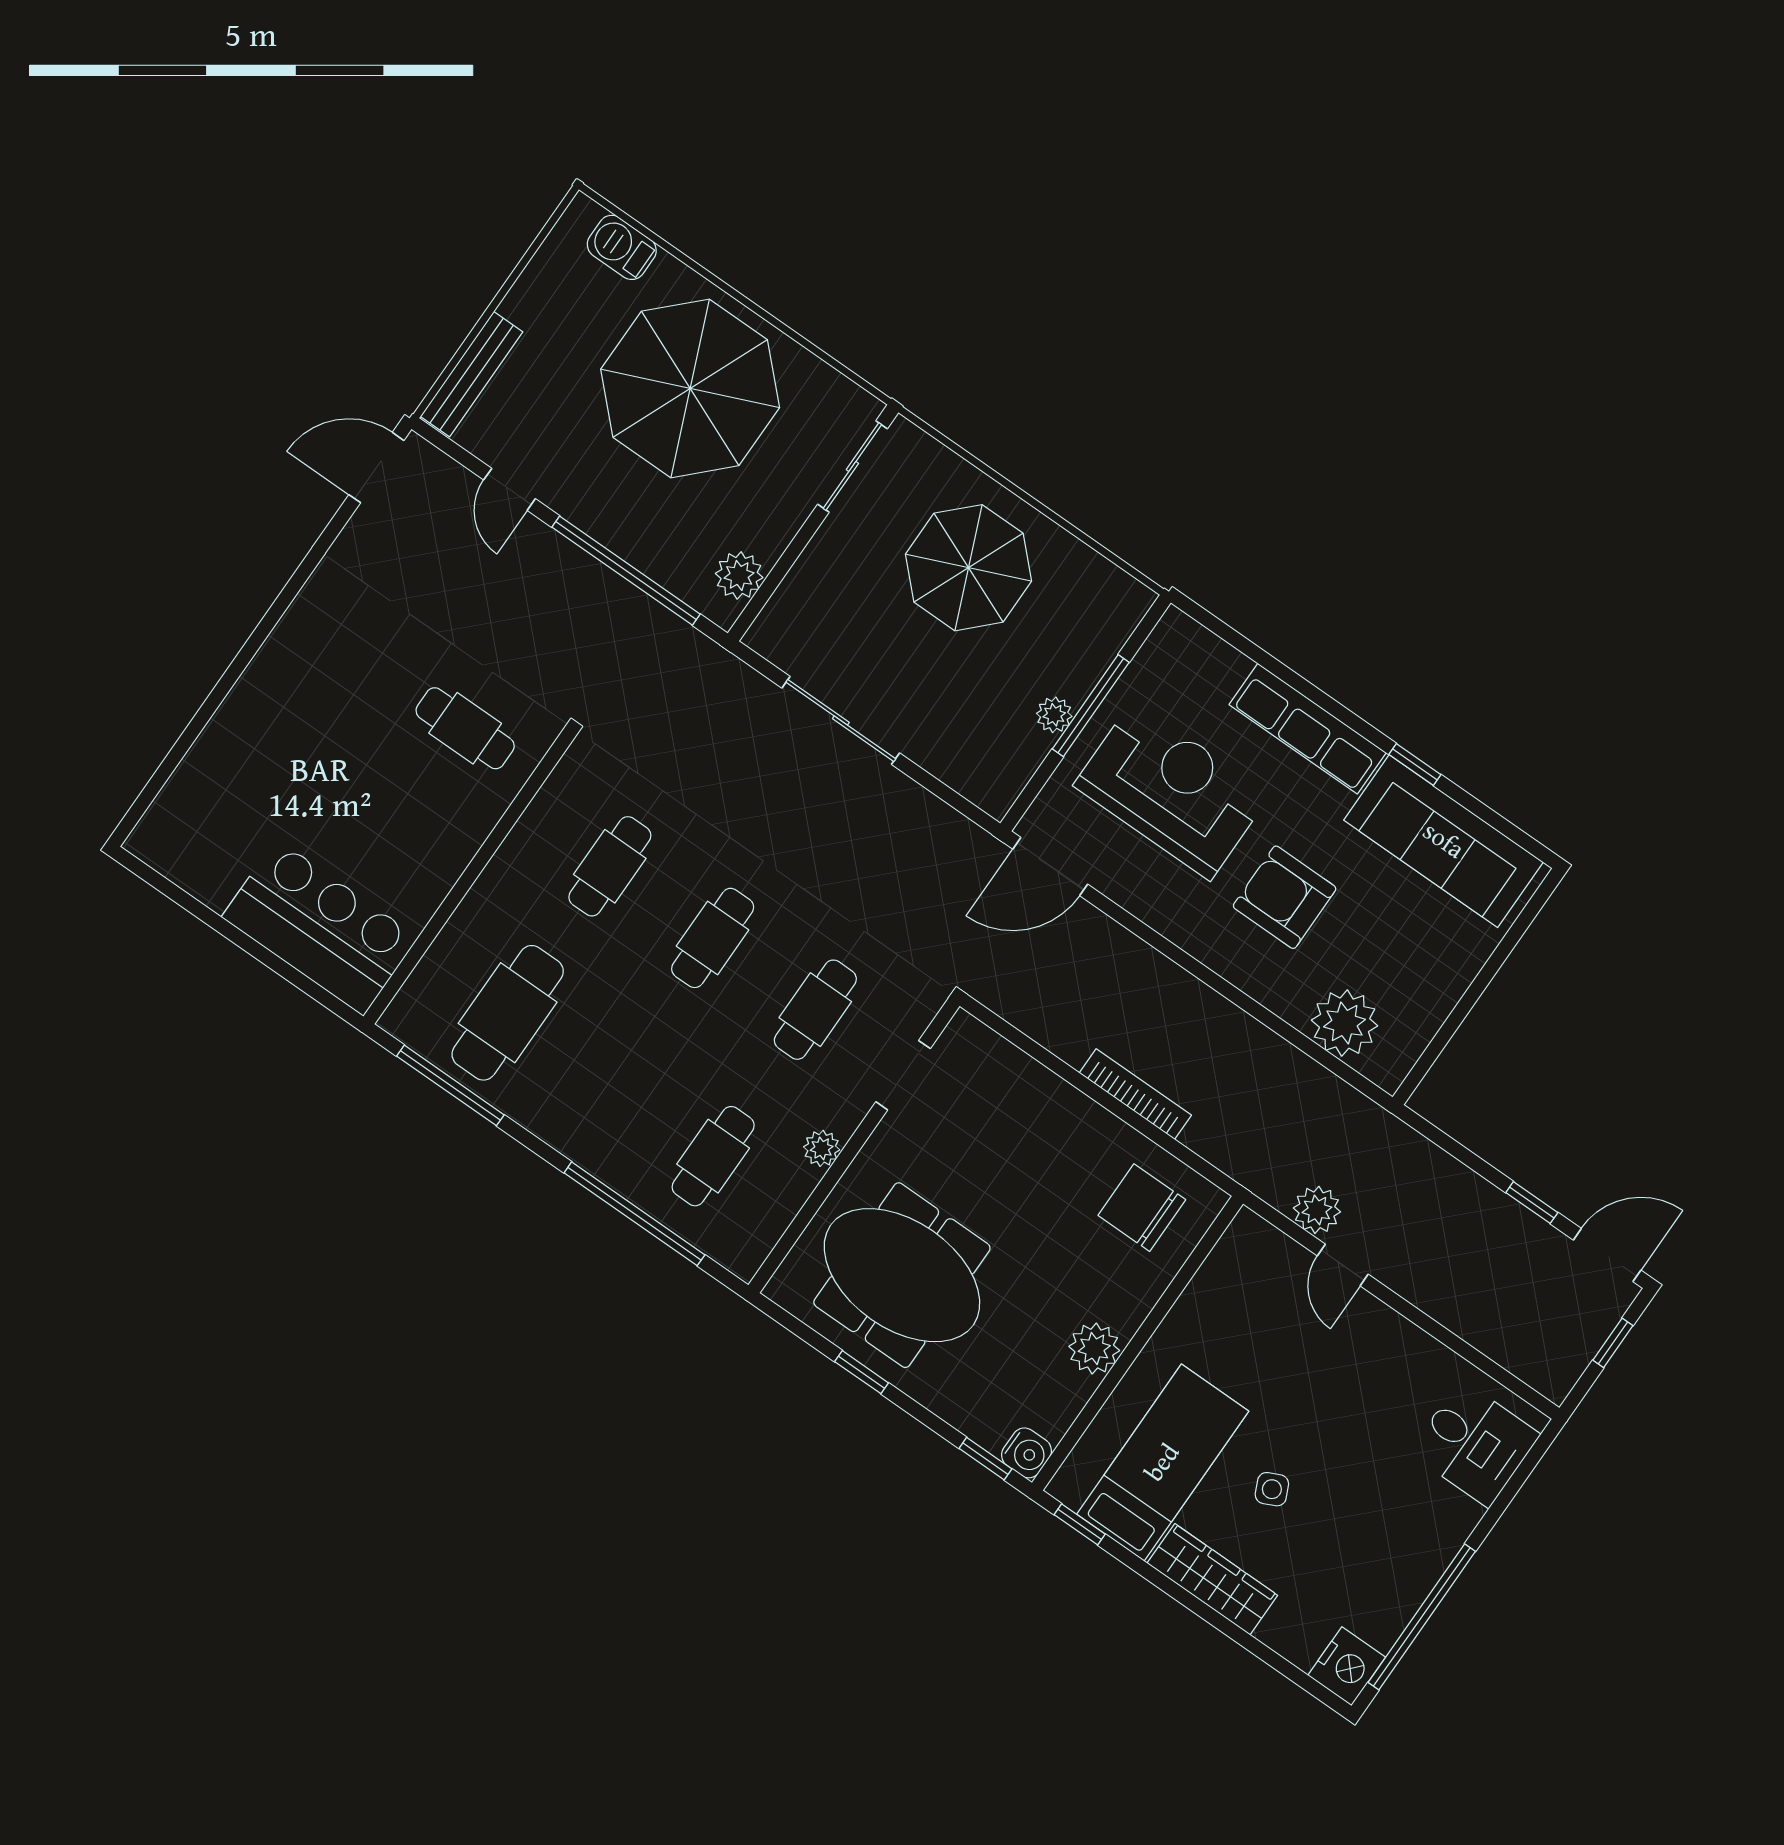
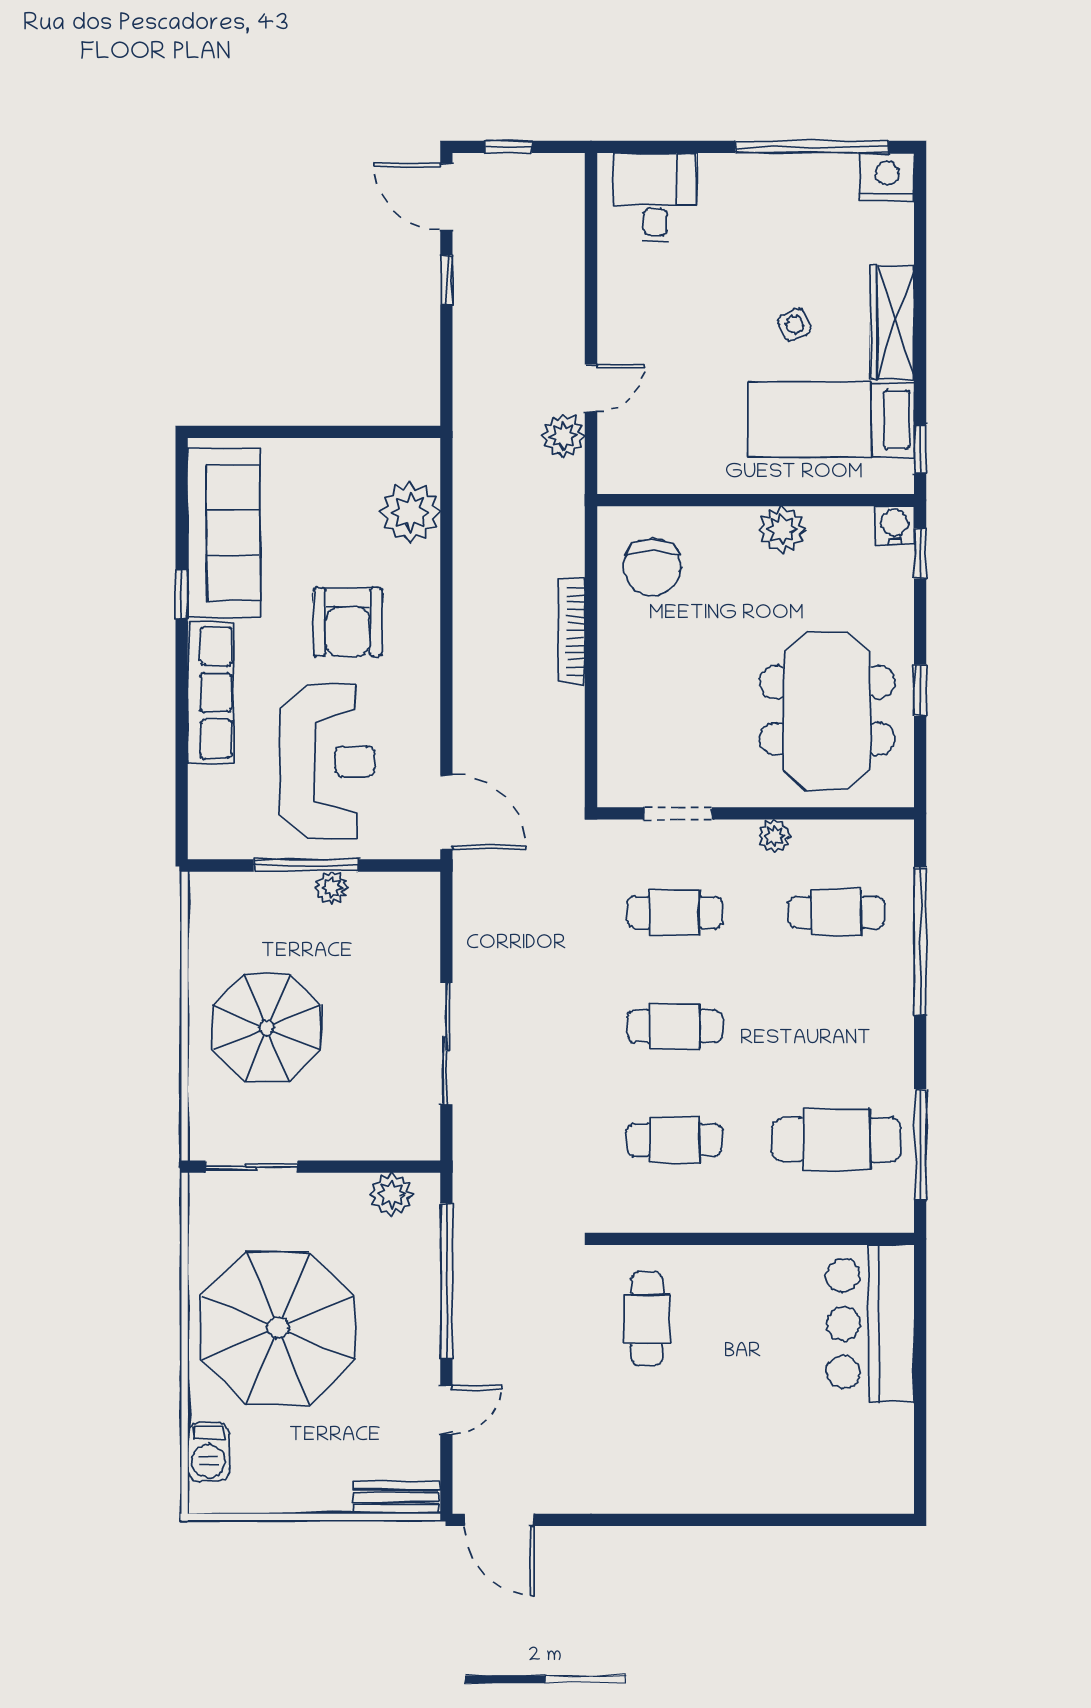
bench: (472, 374) -> (396, 1498), width x0.73
reception desk: (1171, 790) -> (327, 762), turned 180

